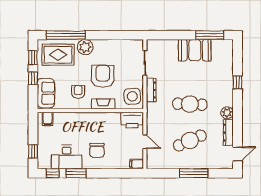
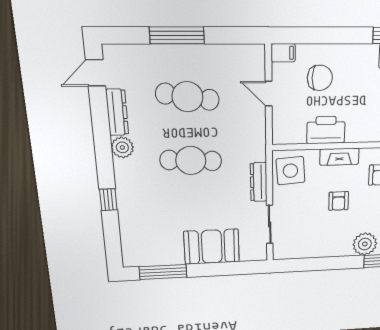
booth: (195, 50) -> (212, 247), moved
armchair: (103, 76) -> (339, 201), width x0.53, depth x0.53
printer: (132, 120) -> (326, 130), moved
cafe table: (190, 141) -> (187, 97), turned 33
chair: (97, 150) -> (320, 78), moved, turned 91

